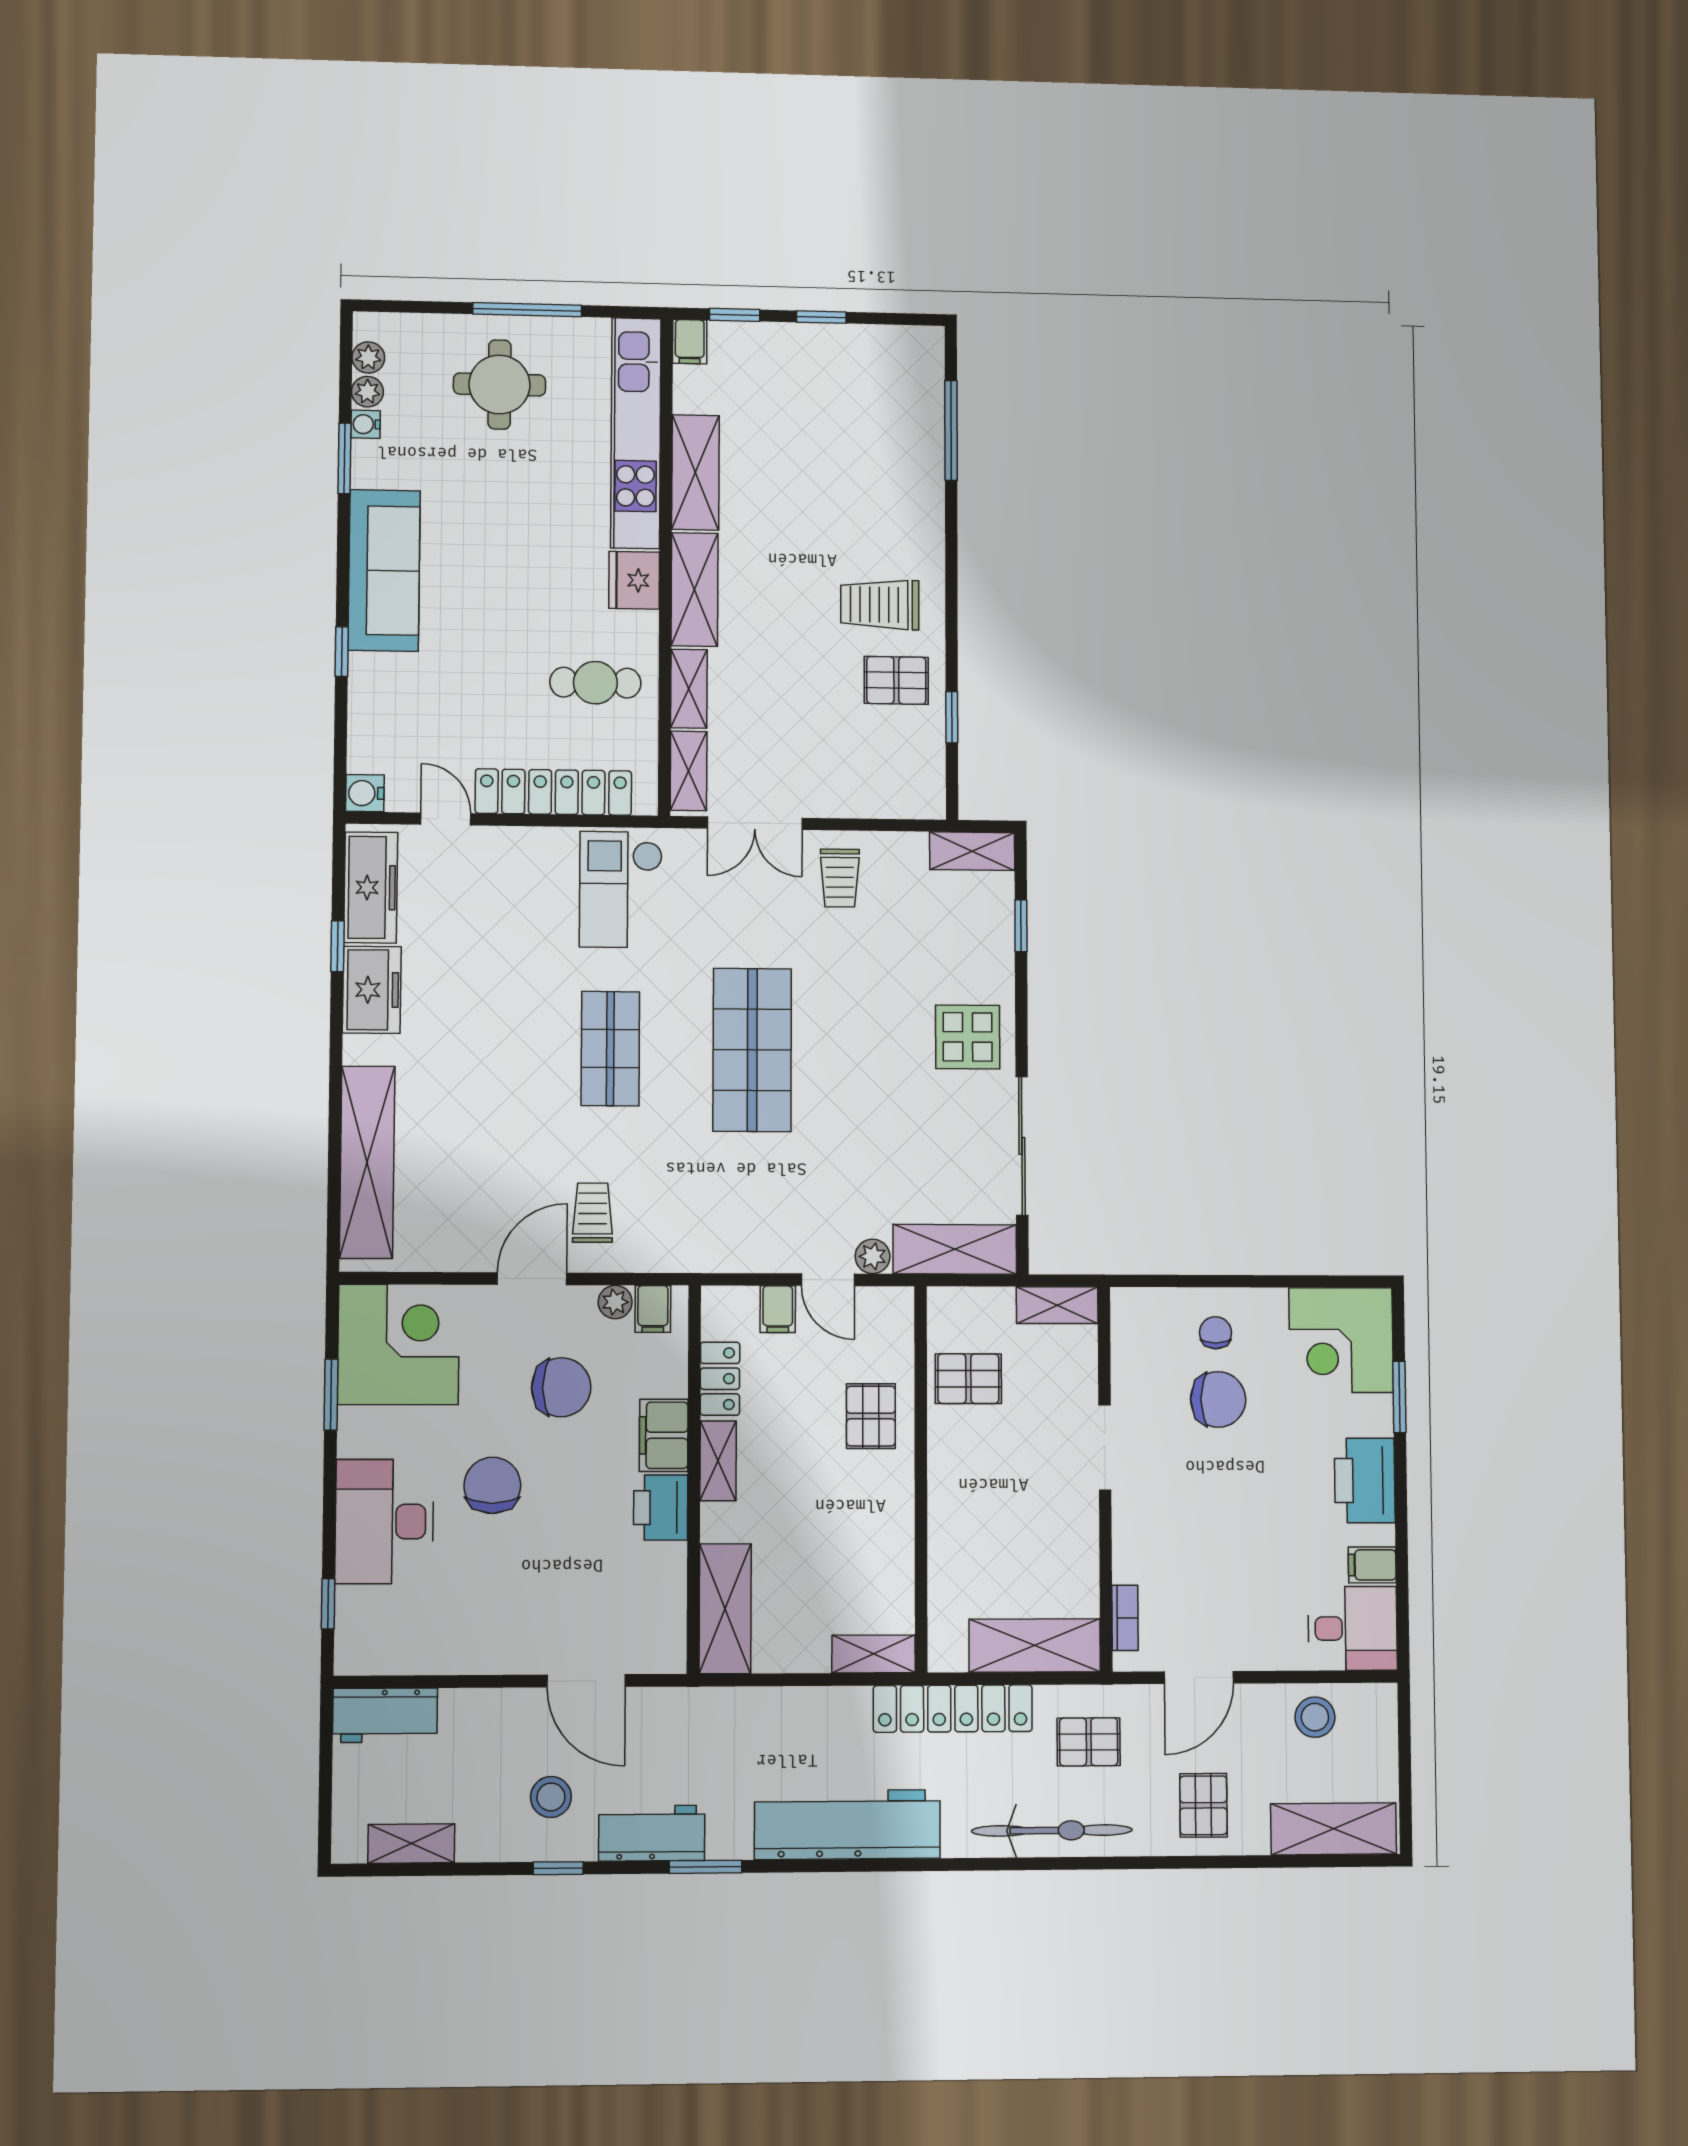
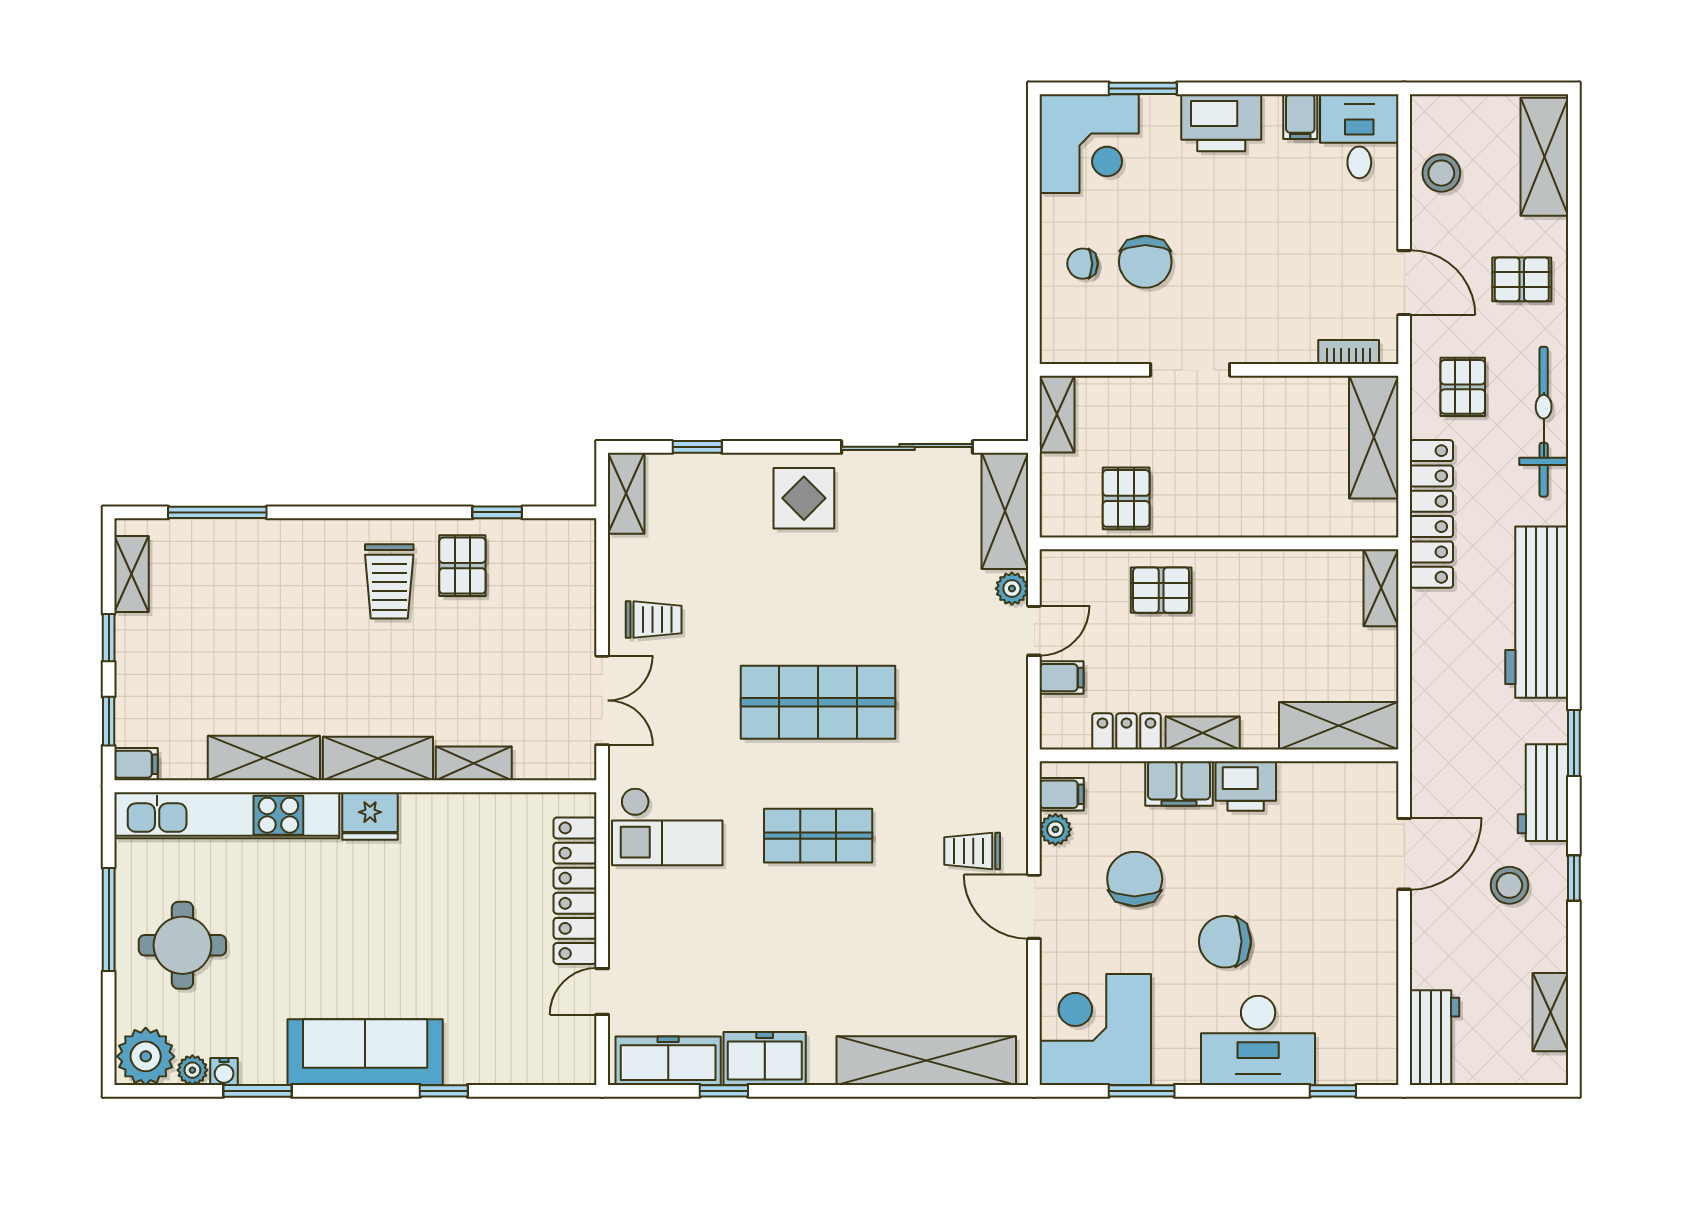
plant: (368, 357) -> (146, 1056), width x1.88, depth x1.88
cafe table: (595, 683) -> (469, 852), removed
shelving: (689, 771) -> (131, 574), moved, turned 90
water cooler: (365, 793) -> (579, 1067), removed
chair: (1218, 1399) -> (1145, 262), turned 180

